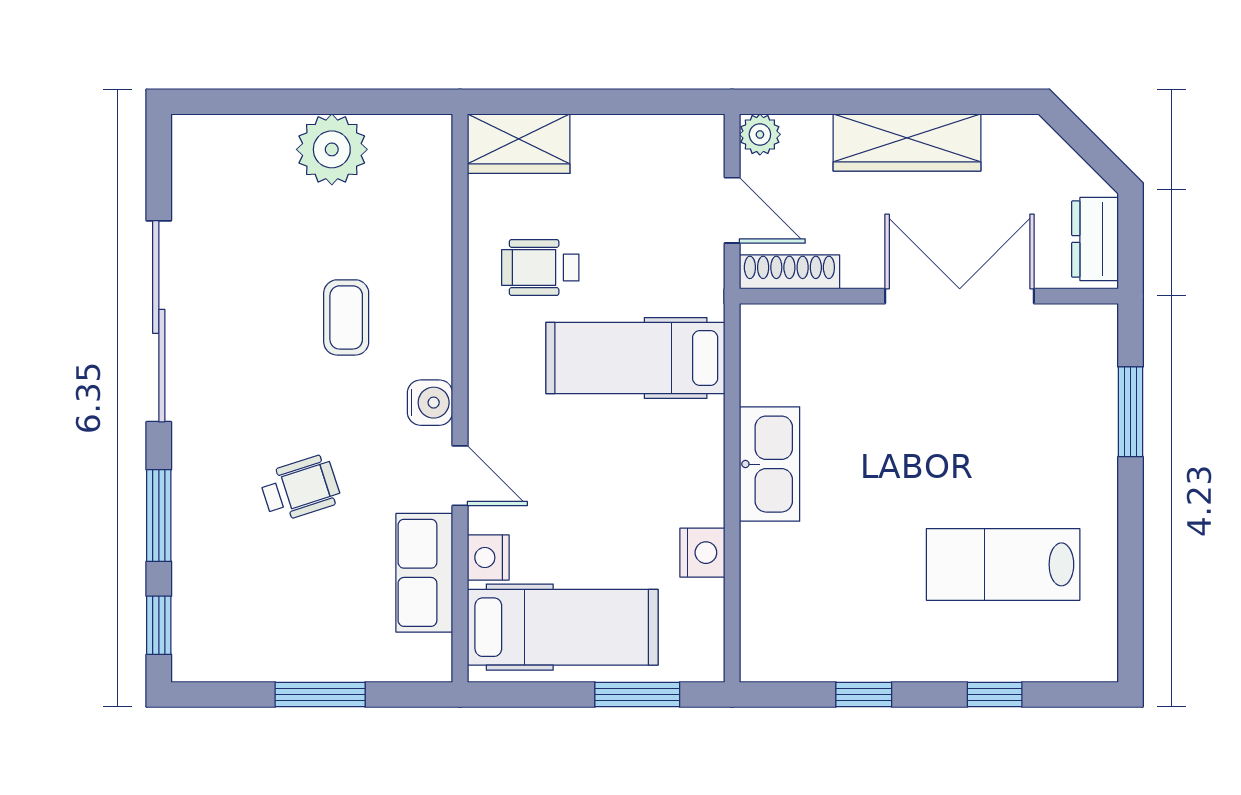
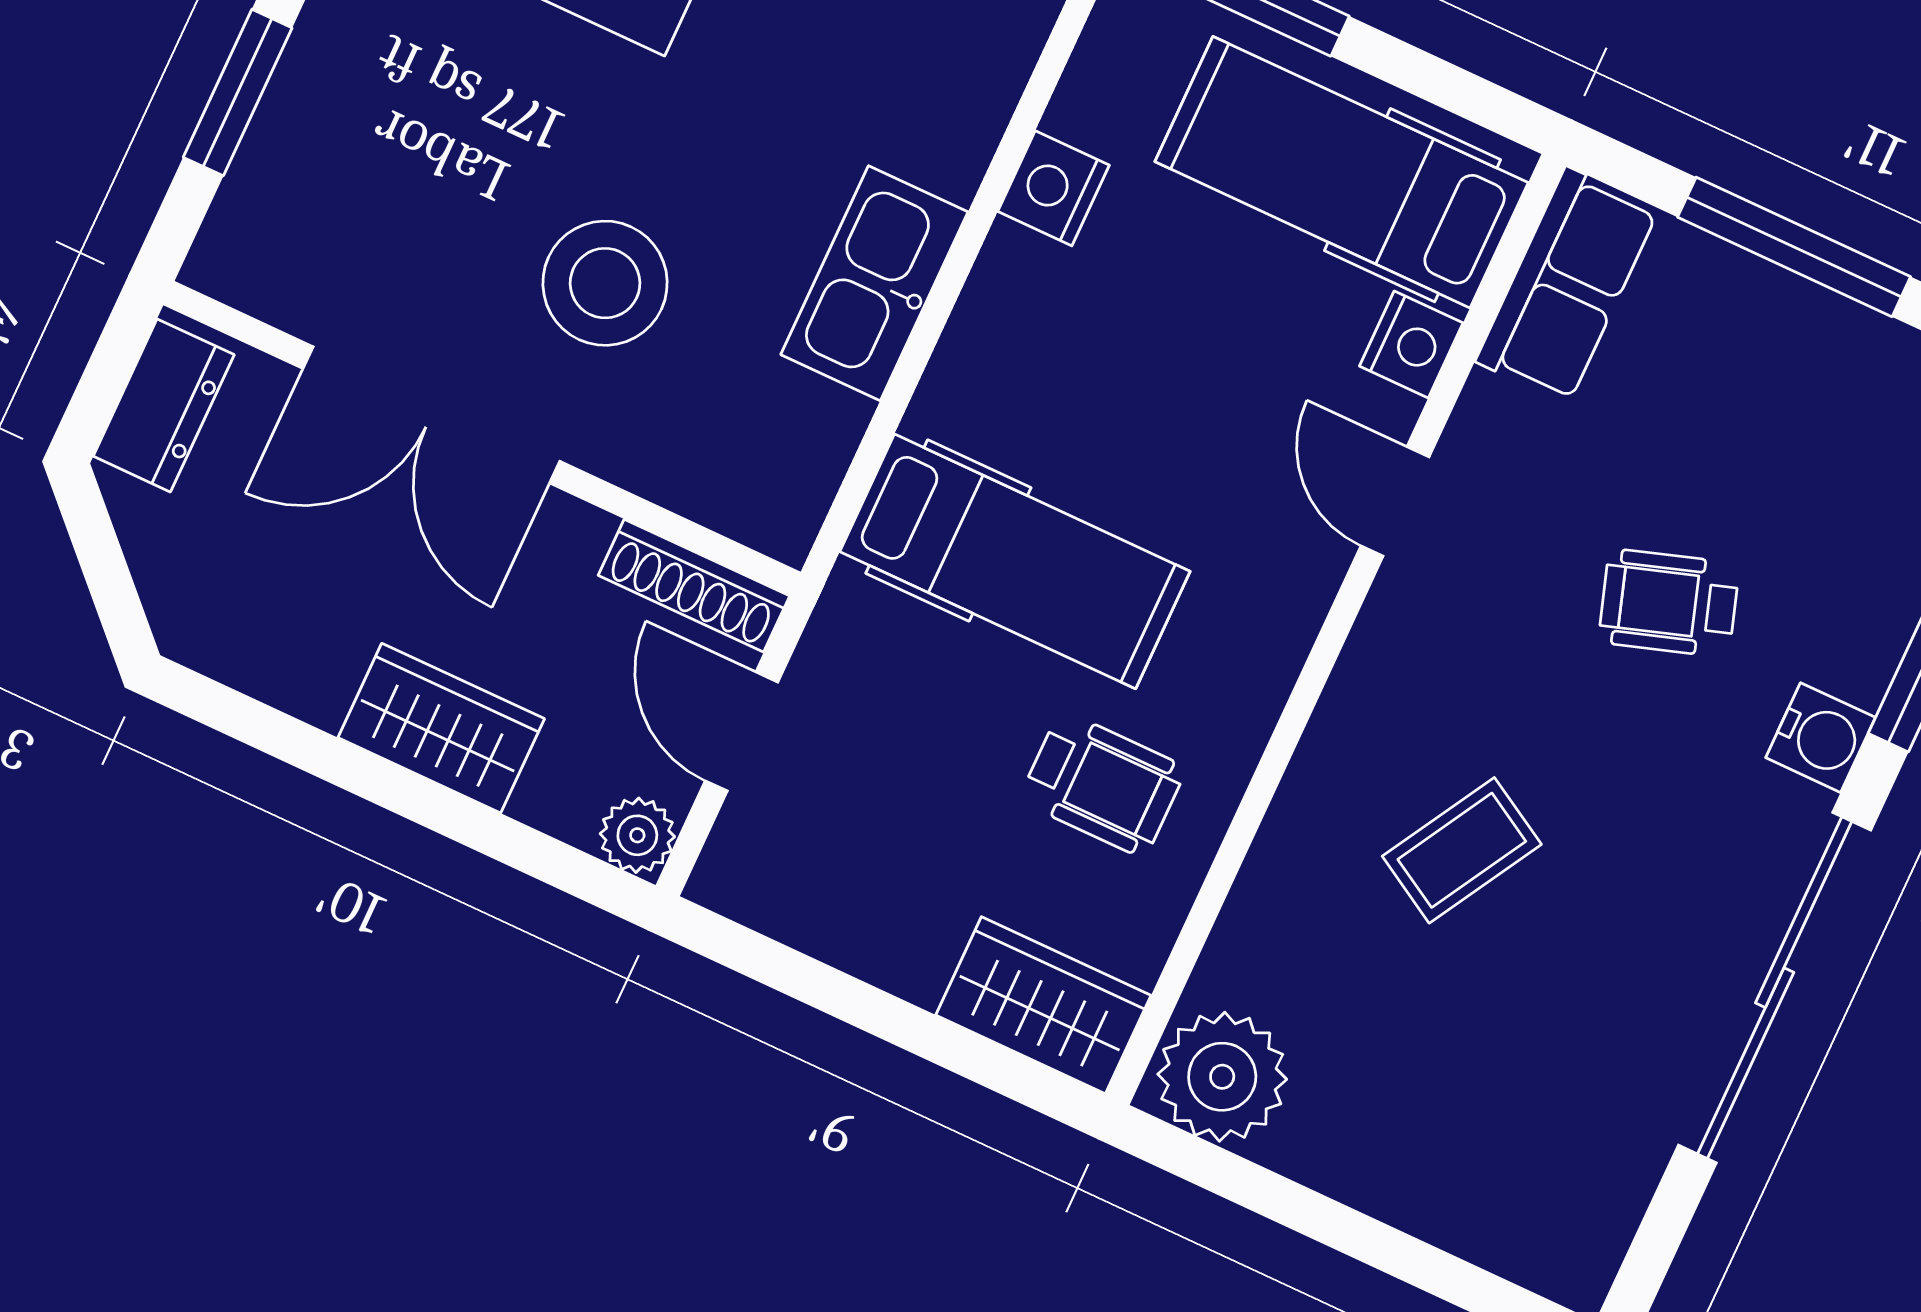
wardrobe: (907, 142) -> (441, 728), width x0.67
plant: (332, 149) -> (1222, 1077), moved
coffee table: (346, 317) -> (1462, 850), turned 30
stool: (904, 402) -> (605, 283), added
water cooler: (430, 403) -> (1821, 738), moved, turned 180
row of seats: (424, 573) -> (1567, 285), moved
window: (320, 694) -> (1794, 247), width x1.44

